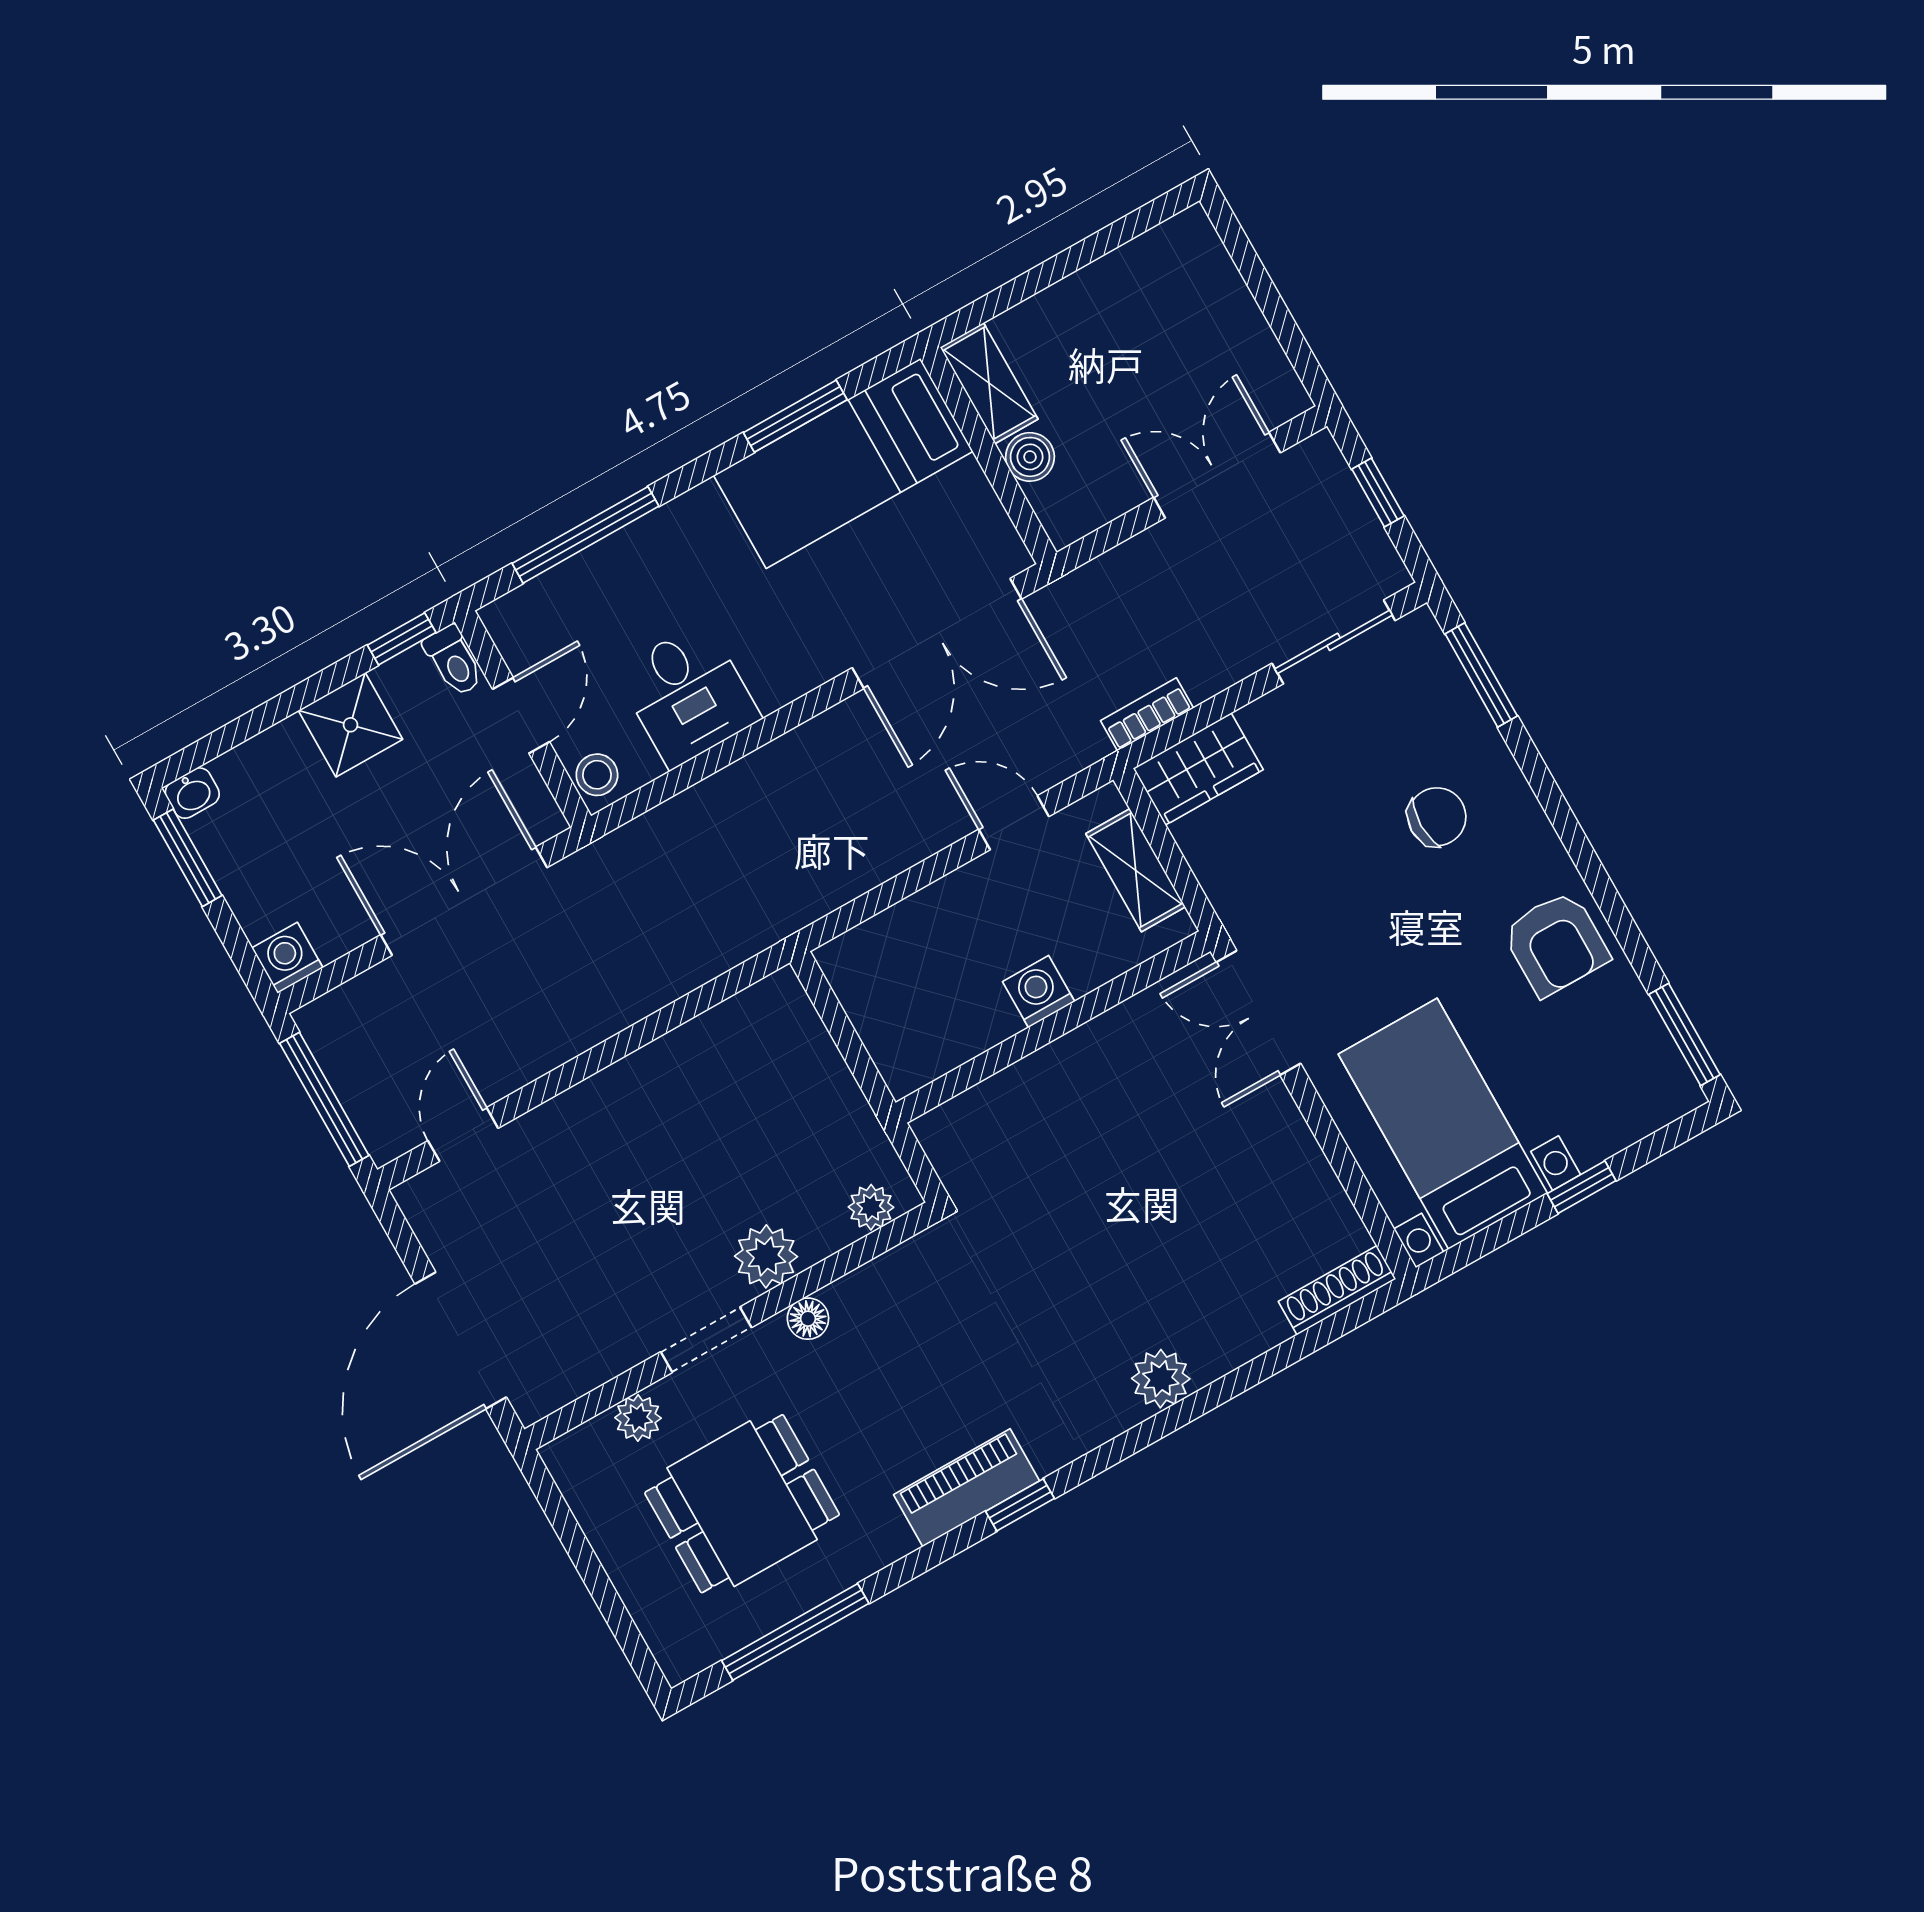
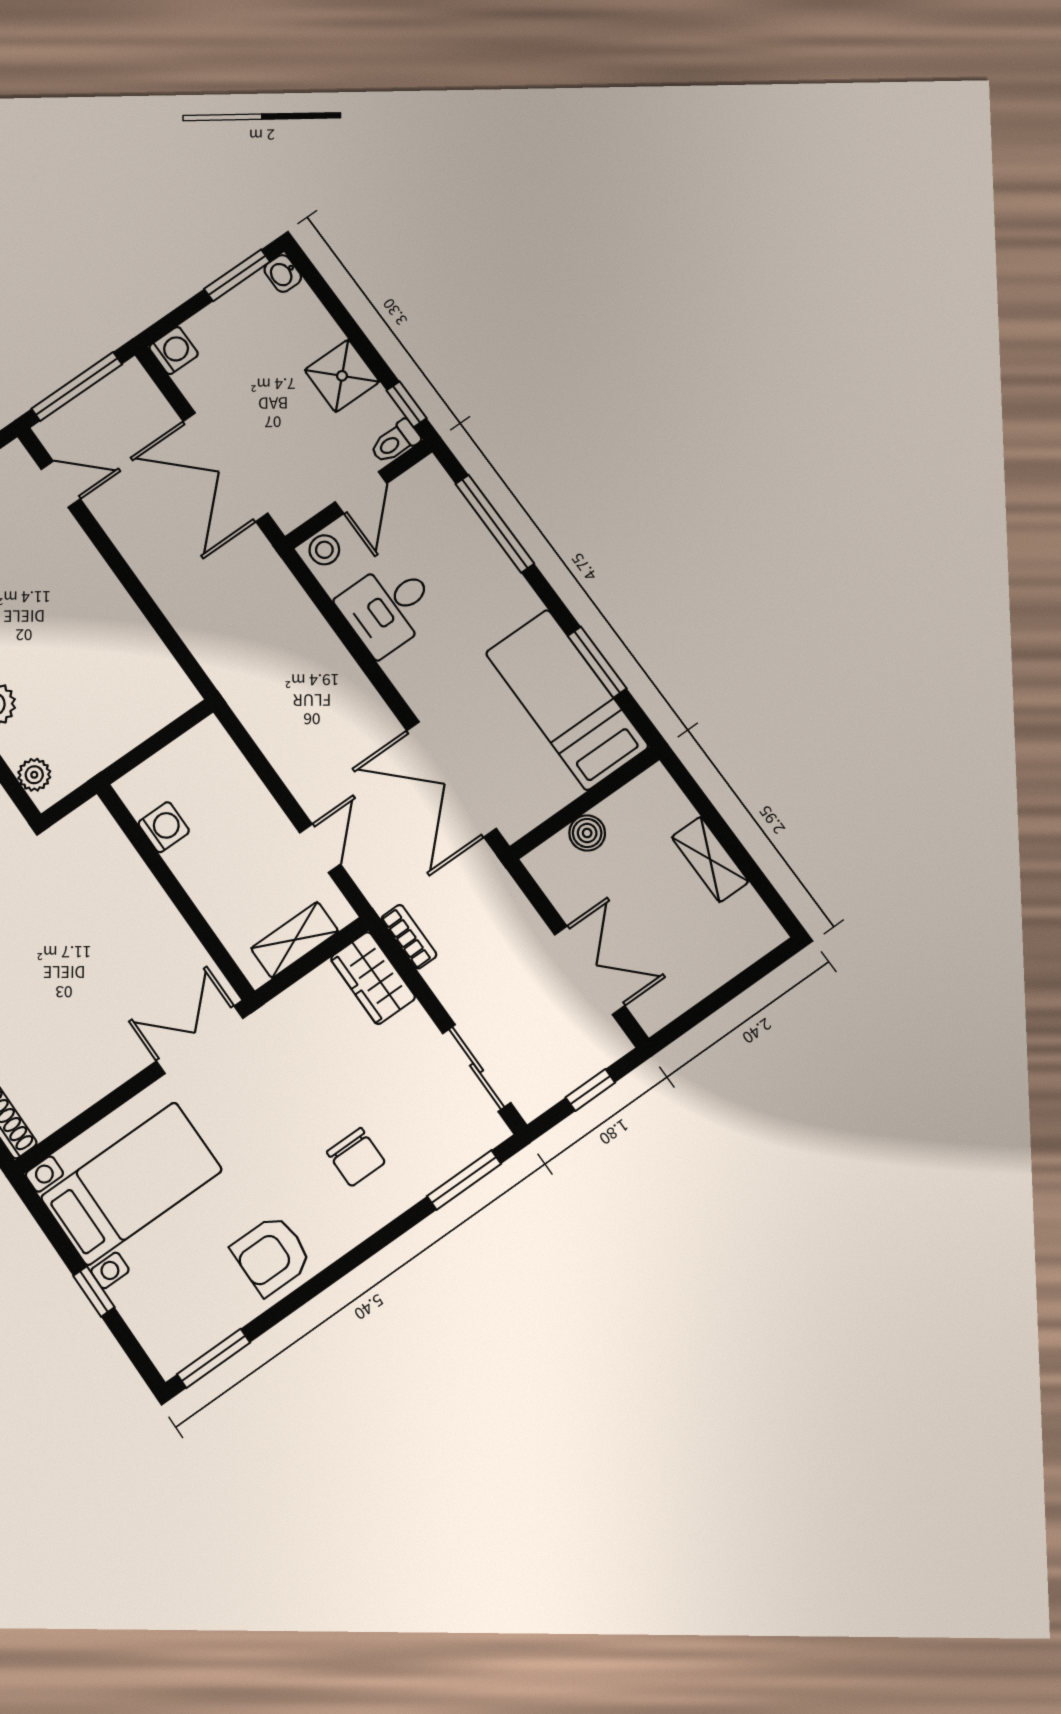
shelving: (989, 383) -> (710, 859), moved, turned 90
door: (521, 715) -> (361, 493), hinge flipped
double door: (464, 901) -> (225, 467), swing flipped
washing machine: (1039, 992) -> (164, 827), moved

